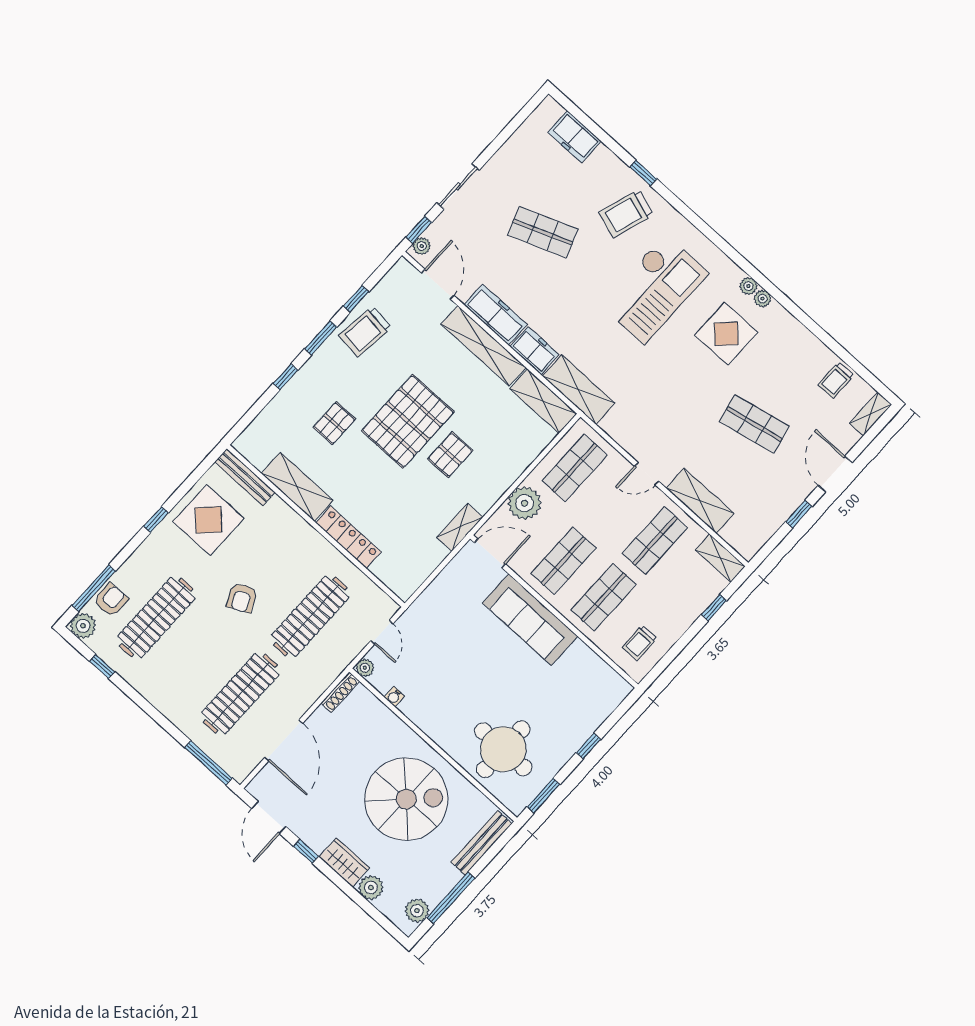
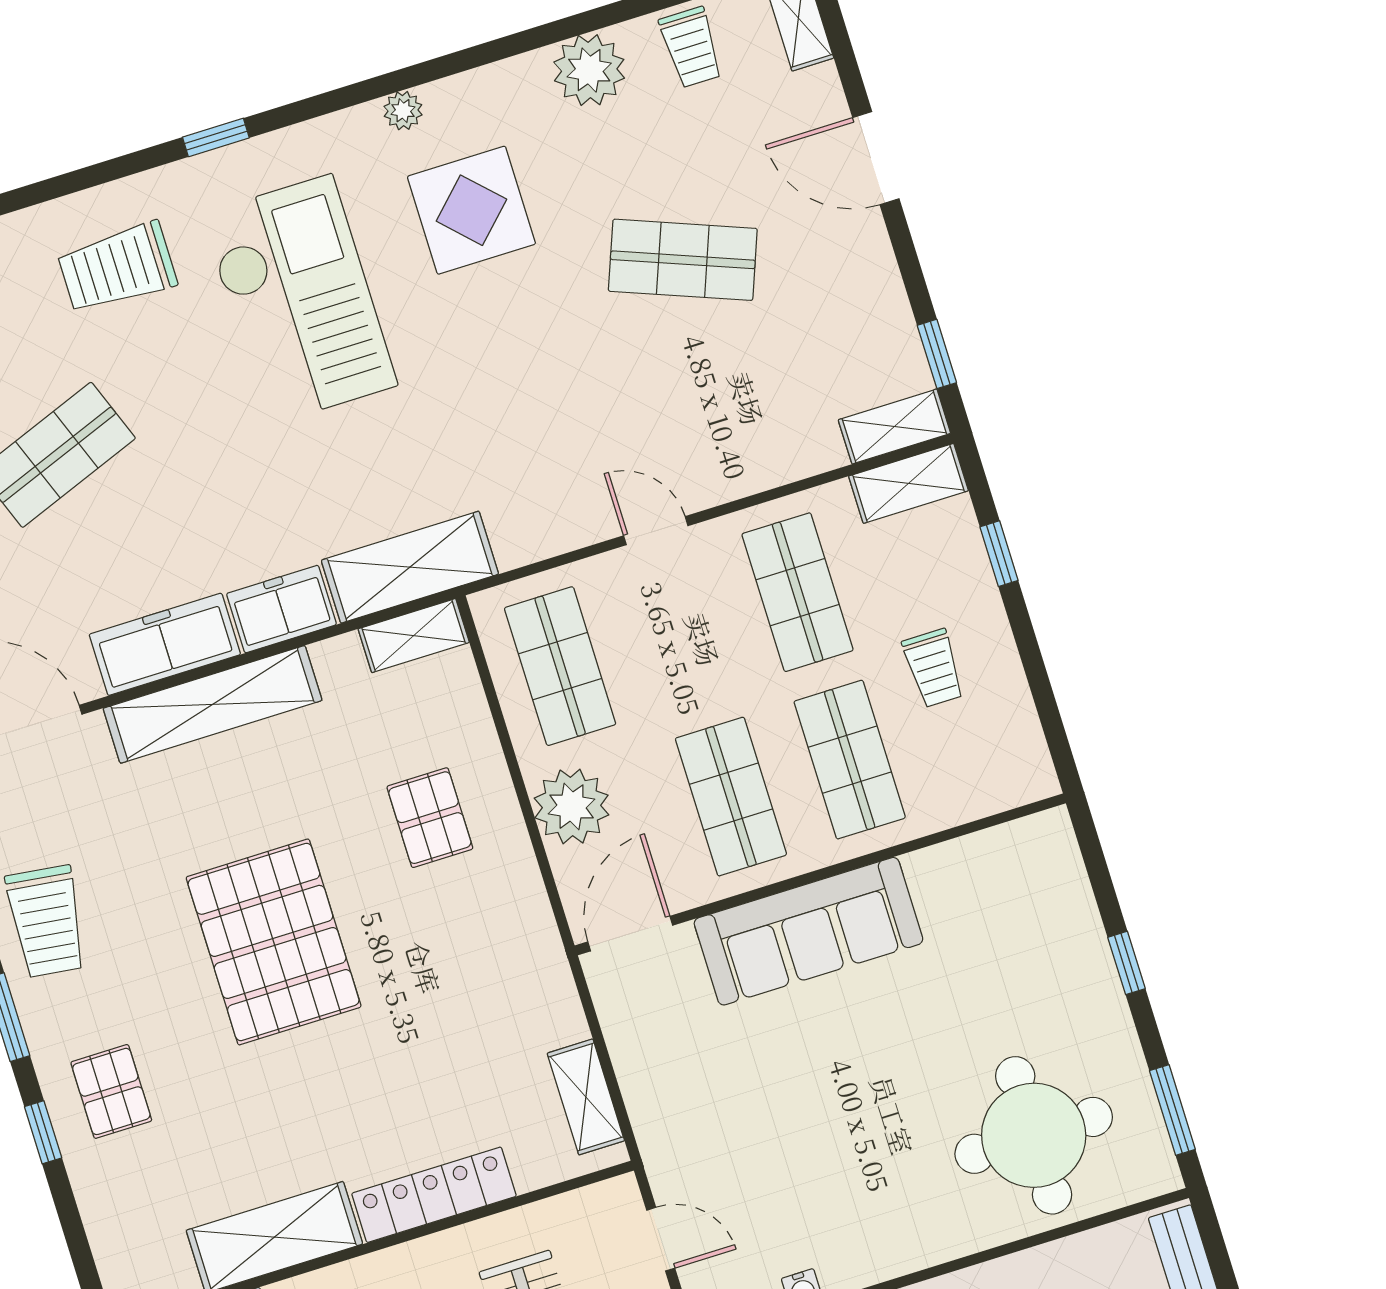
window: (643, 173) -> (216, 137), moved
trolley: (626, 214) -> (117, 268), turned 72
plant: (762, 299) -> (589, 70), moved, width x1.87, depth x1.87
shelving: (543, 401) -> (414, 636), width x0.67, depth x0.75
pallet: (334, 423) -> (111, 1091), moved
shop shelf: (754, 424) -> (683, 260), turned 33
pallet: (450, 455) -> (430, 818), moved
door: (647, 474) -> (656, 531), swing flipped
shelving: (700, 501) -> (894, 427), moved, width x0.67, depth x0.75
window: (799, 514) -> (937, 354), moved
shelving: (460, 527) -> (586, 1097), moved
trolley: (640, 643) -> (933, 668), moved

